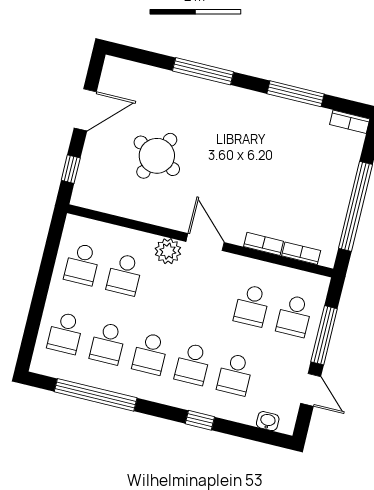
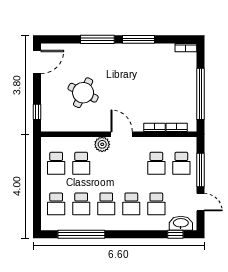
window: (295, 94) -> (138, 39), moved
door: (85, 110) -> (37, 62), moved
window: (200, 420) -> (175, 234), moved
washbasin: (268, 421) -> (181, 223), width x1.91, depth x1.45

